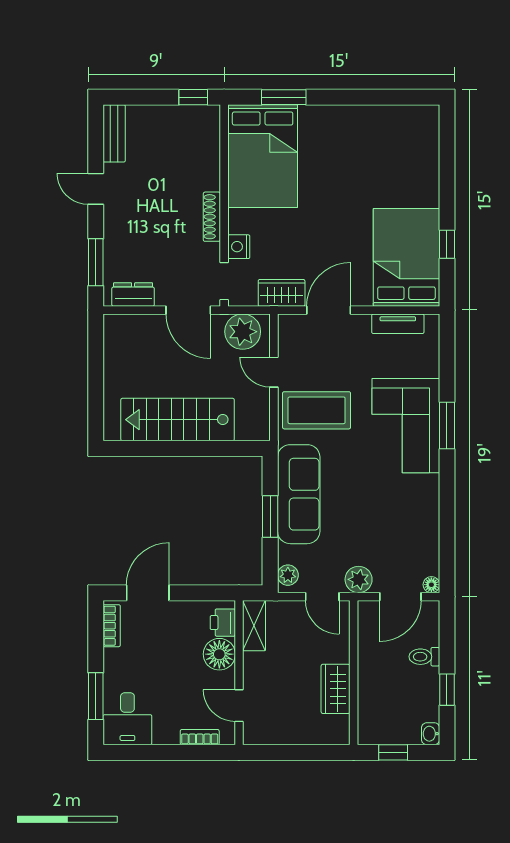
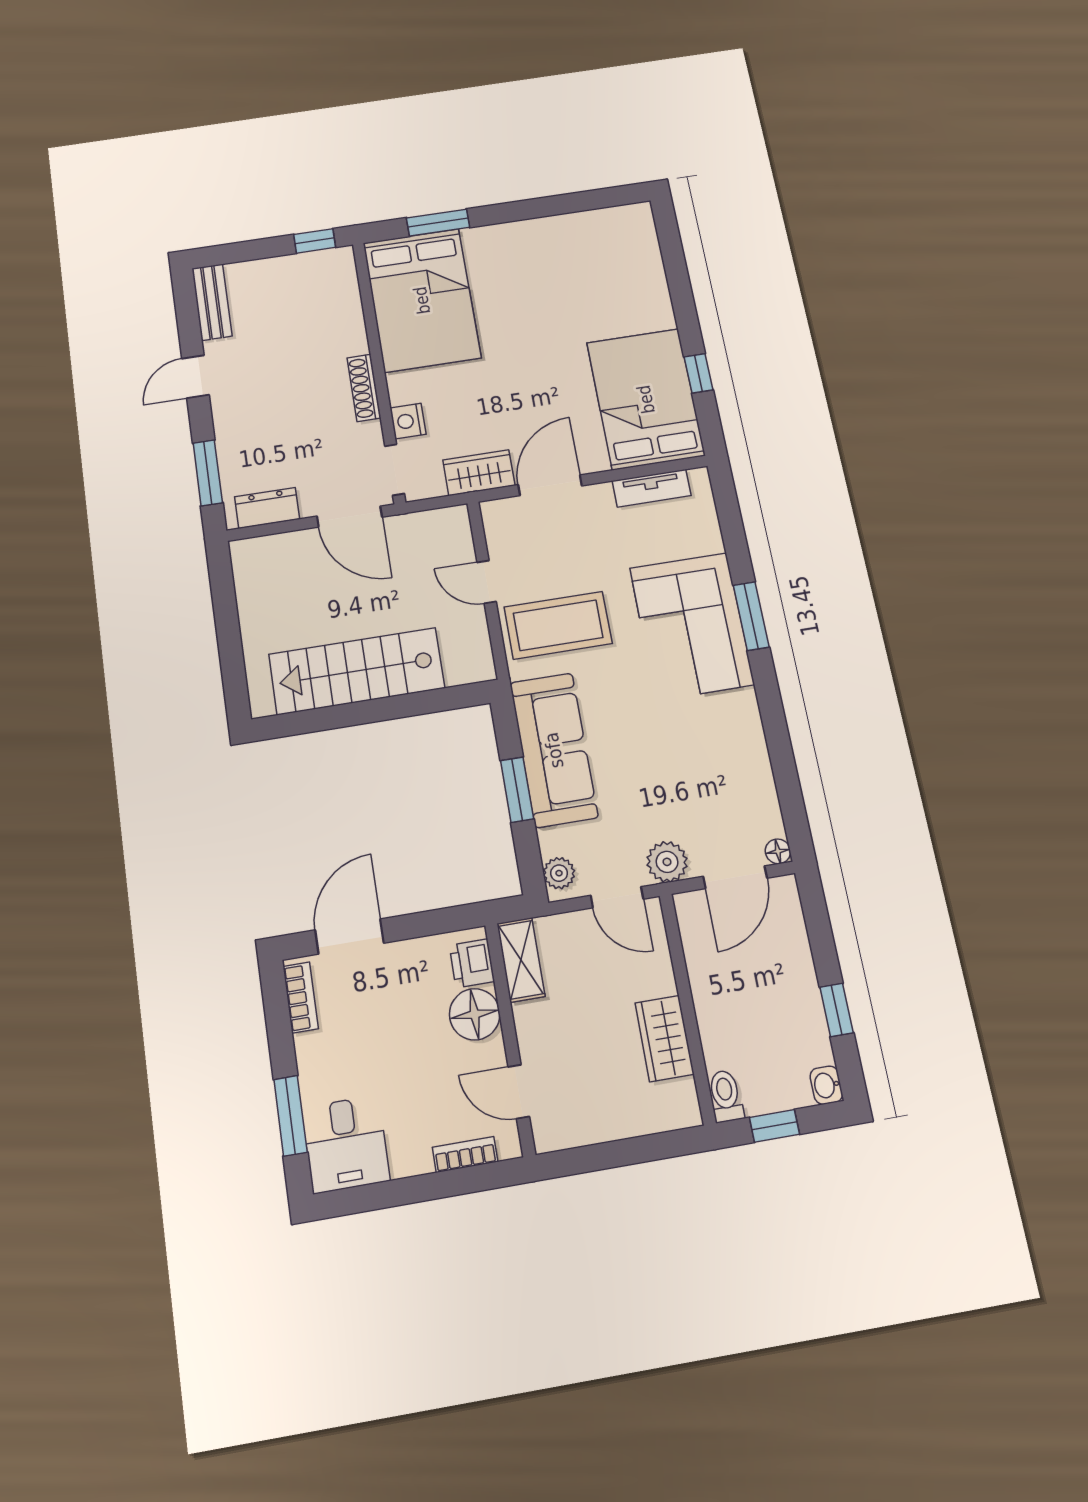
door: (96, 189) -> (195, 377), hinge flipped
plant: (243, 332) -> (432, 534), removed
toilet: (424, 657) -> (726, 1096), moved, turned 90

